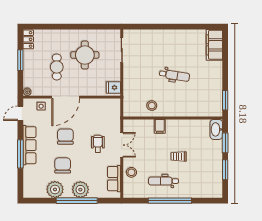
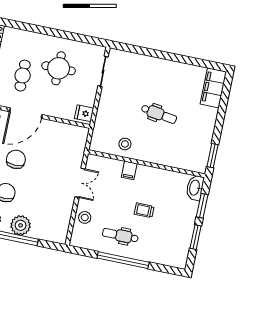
wheelchair: (98, 144) -> (52, 176), removed
row of seats: (114, 179) -> (63, 221), removed

